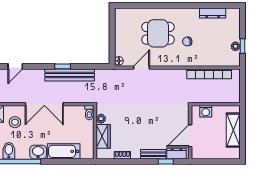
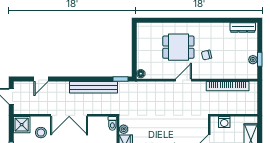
dresser: (213, 13) -> (243, 28), moved
window: (63, 66) -> (120, 79), moved
door: (142, 68) -> (184, 80), moved

